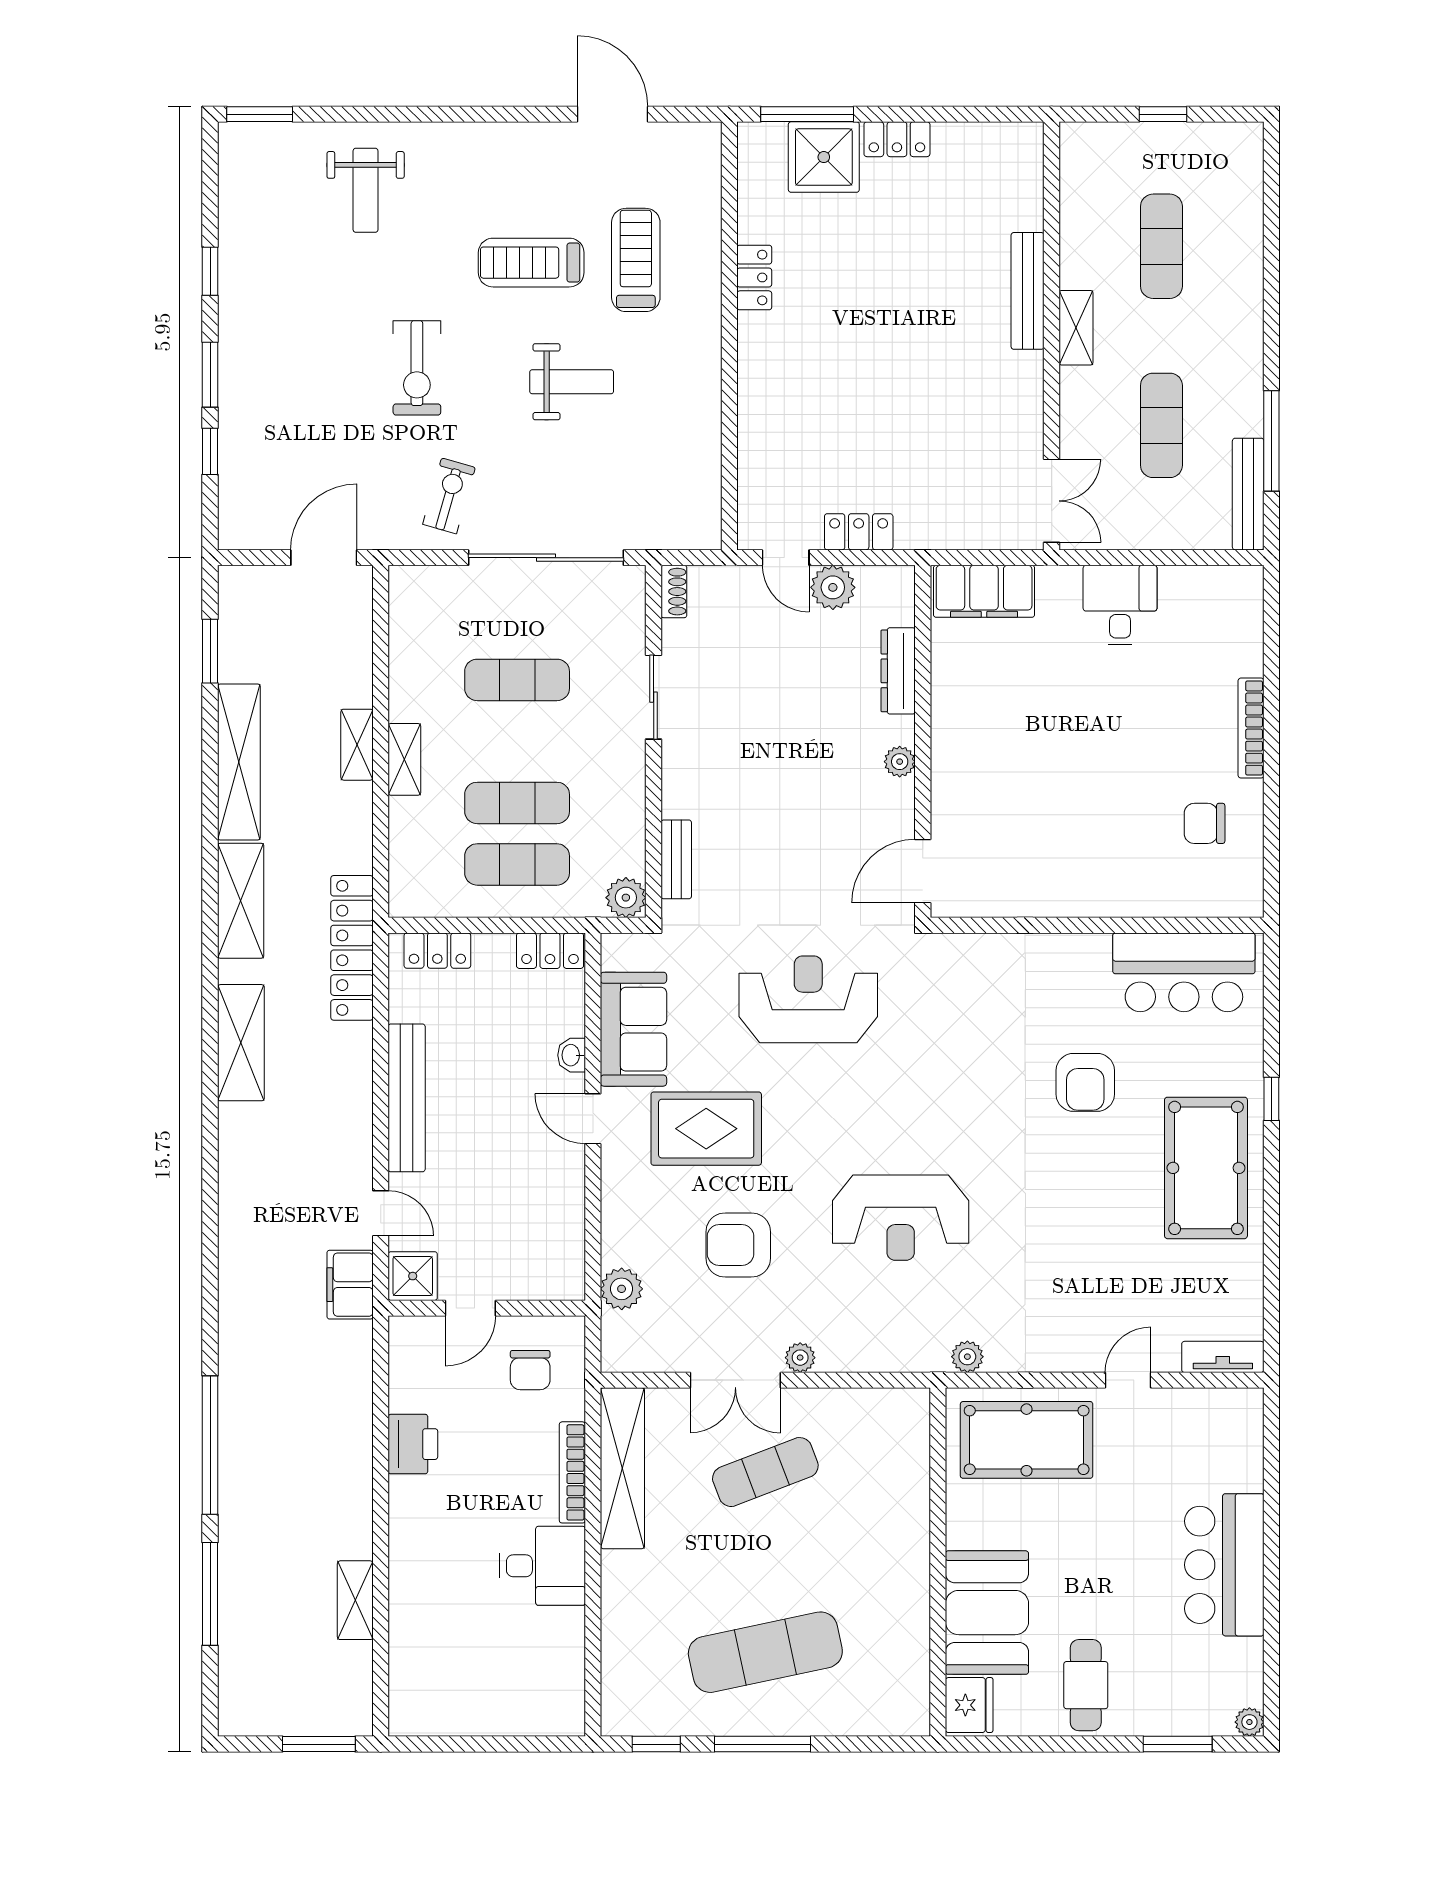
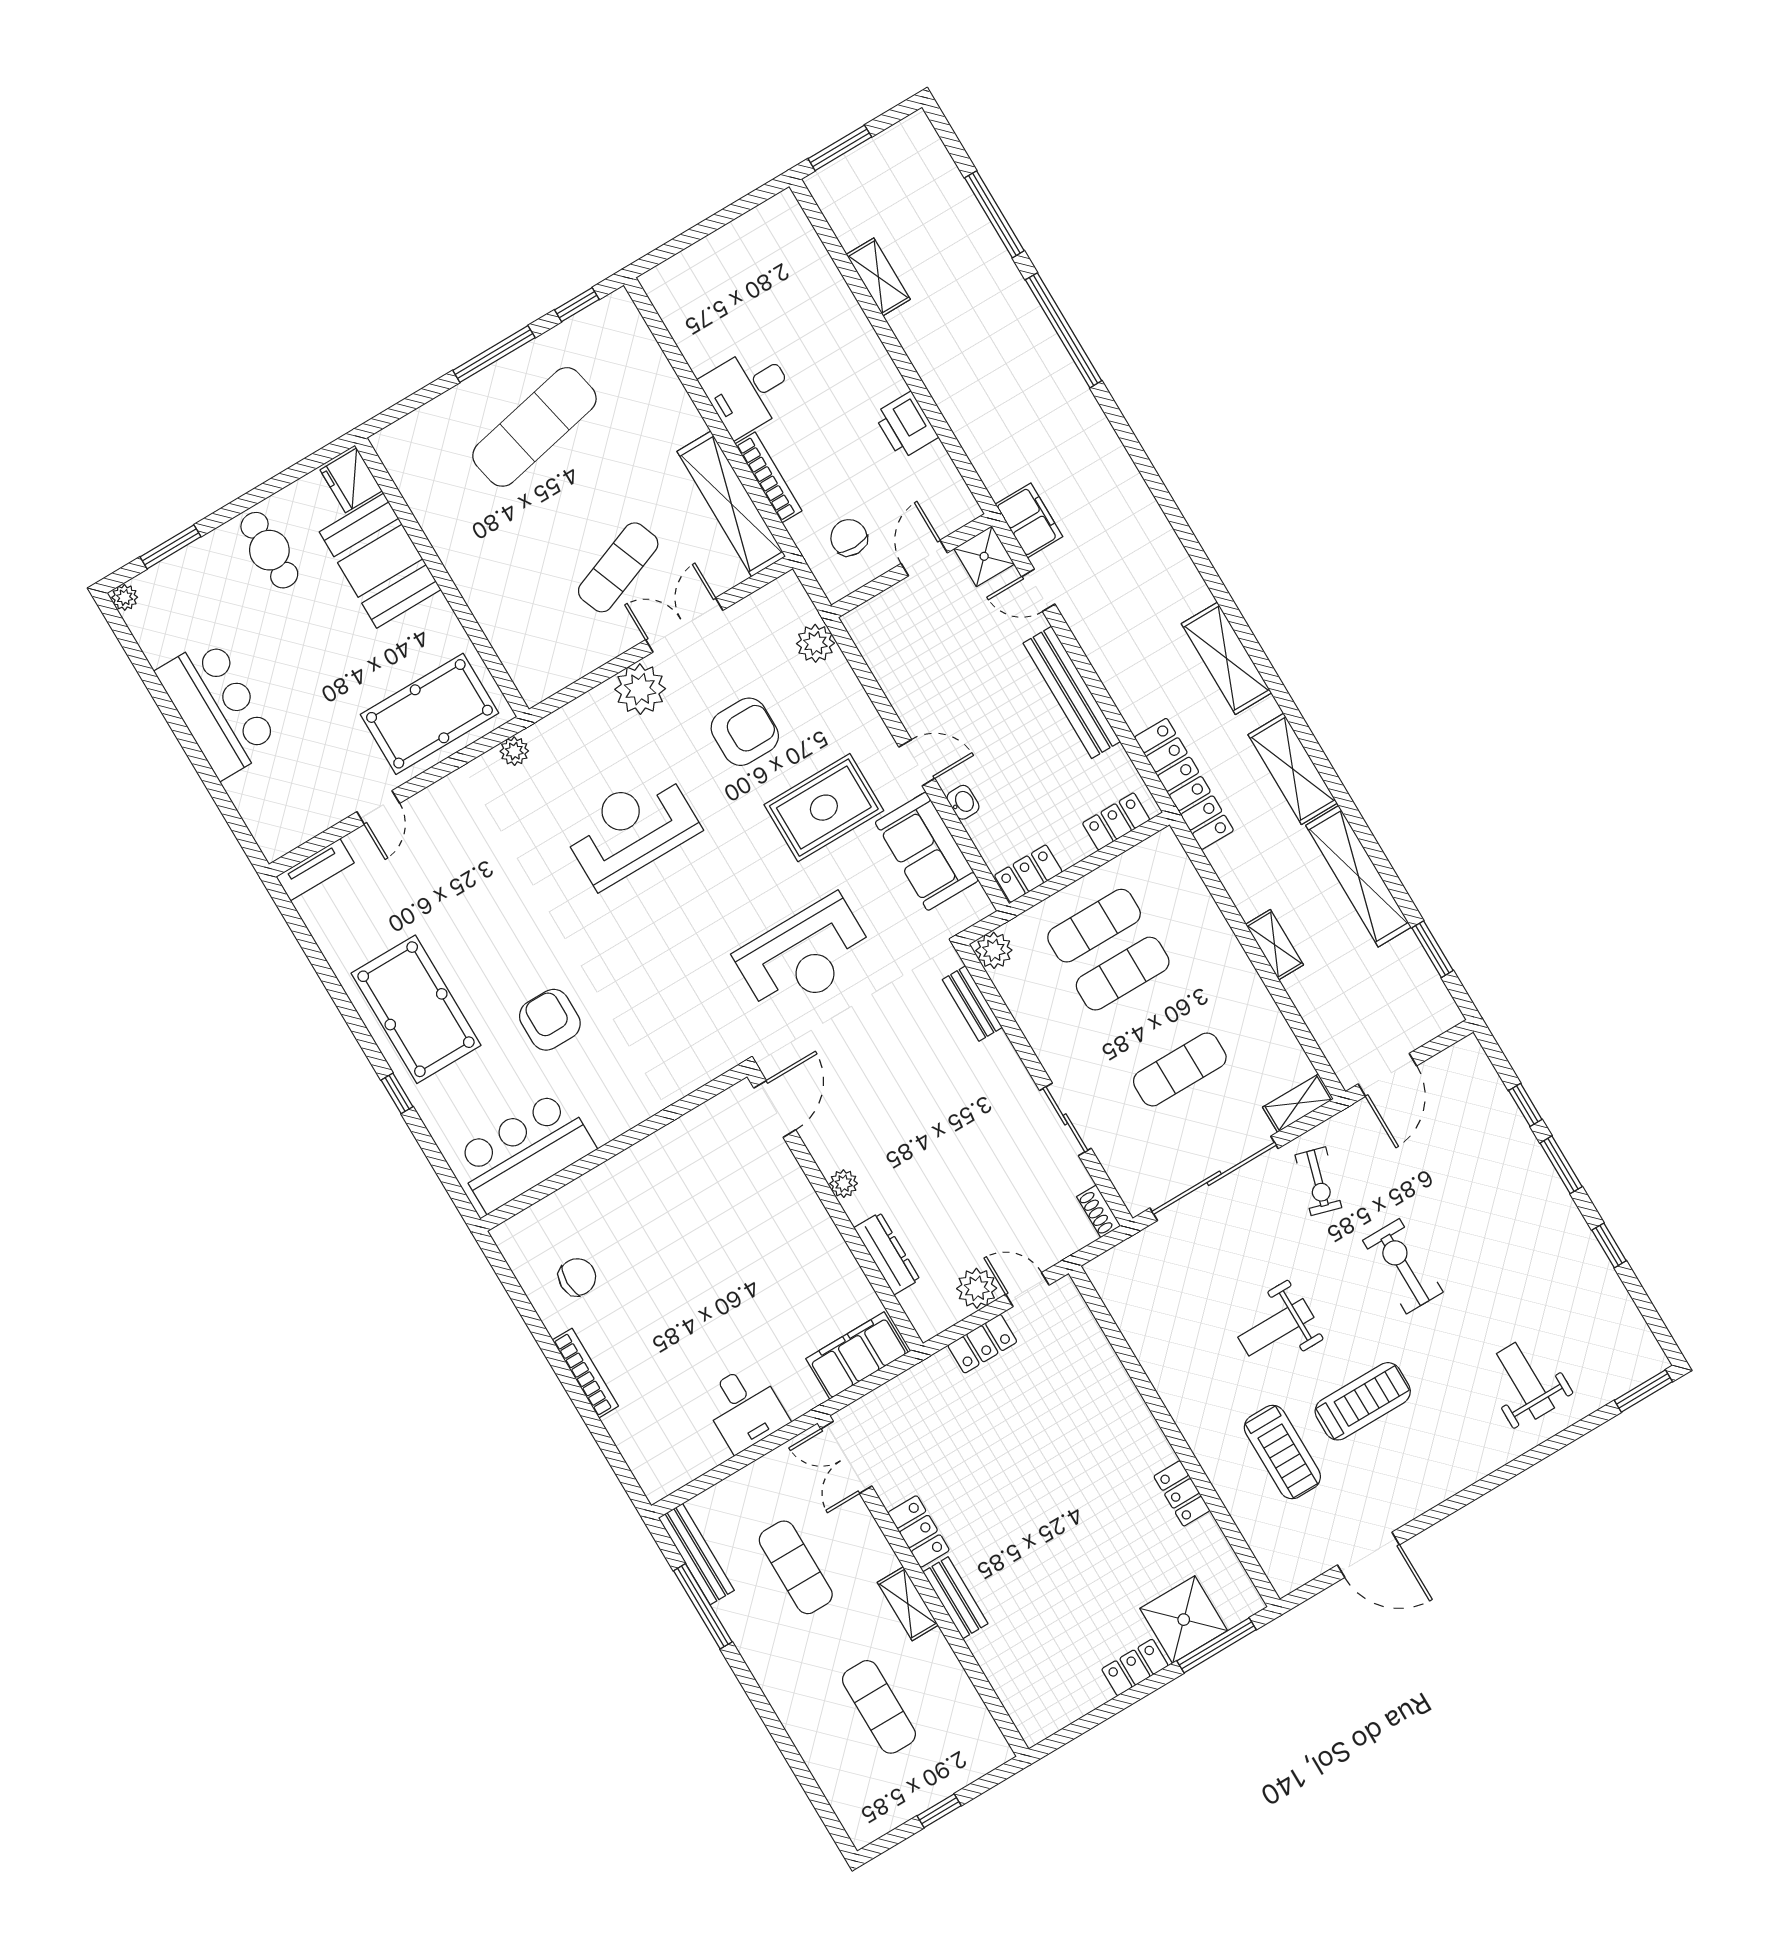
bench: (1028, 291) -> (955, 1598), width x0.73
locker: (1025, 390) -> (919, 1531), added
shelving: (404, 759) -> (1298, 1103), moved, turned 90
plant: (800, 1358) -> (640, 689), width x1.88, depth x1.88

